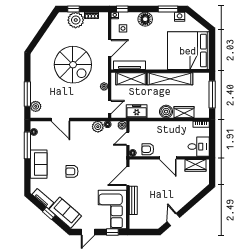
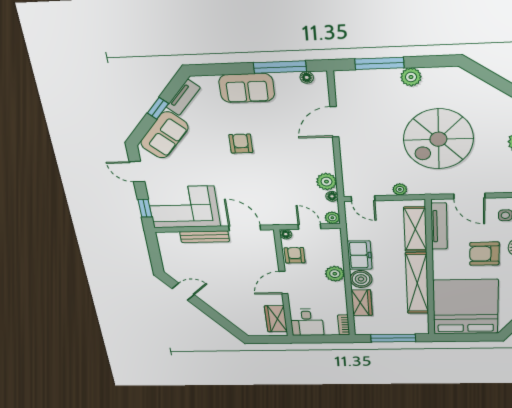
armchair: (149, 40) -> (484, 254), added
plant: (36, 106) -> (411, 77), moved
freezer: (137, 111) -> (360, 255), moved
plant: (162, 127) -> (335, 274), added

